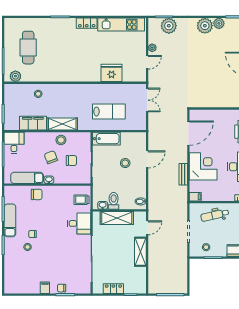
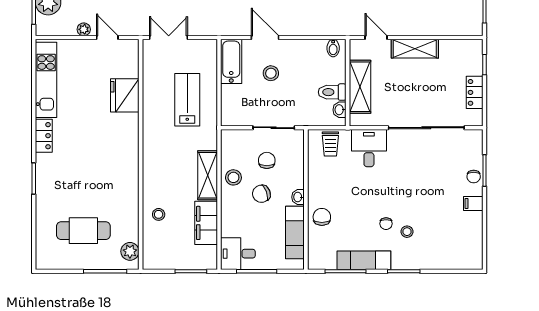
bathtub: (106, 139) -> (231, 61), moved

